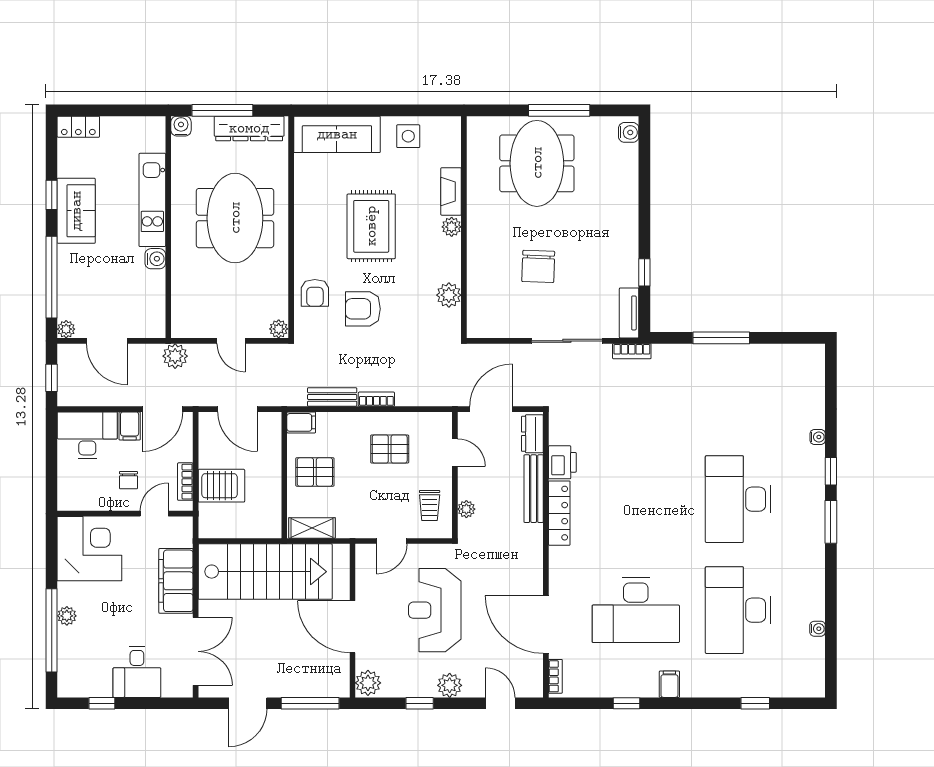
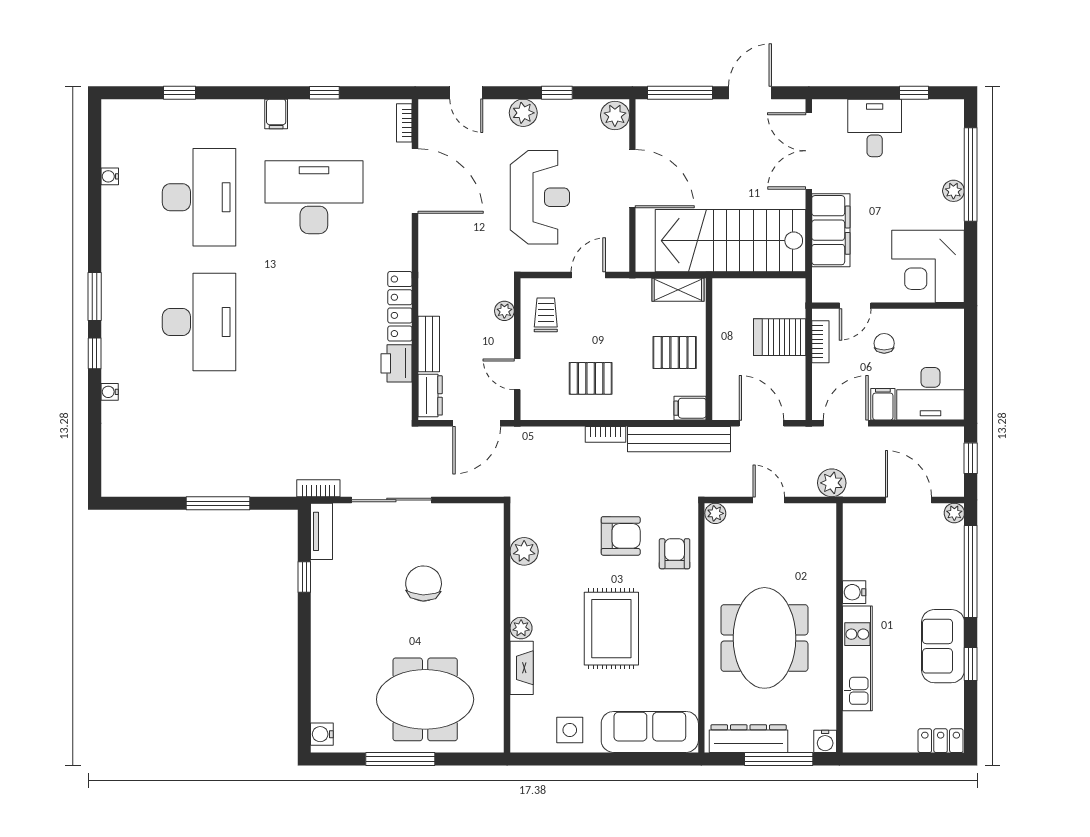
meeting table: (537, 163) -> (425, 699), turned 90
bench: (332, 397) -> (679, 439), width x1.86, depth x1.21
bench: (534, 489) -> (429, 344), width x0.73

